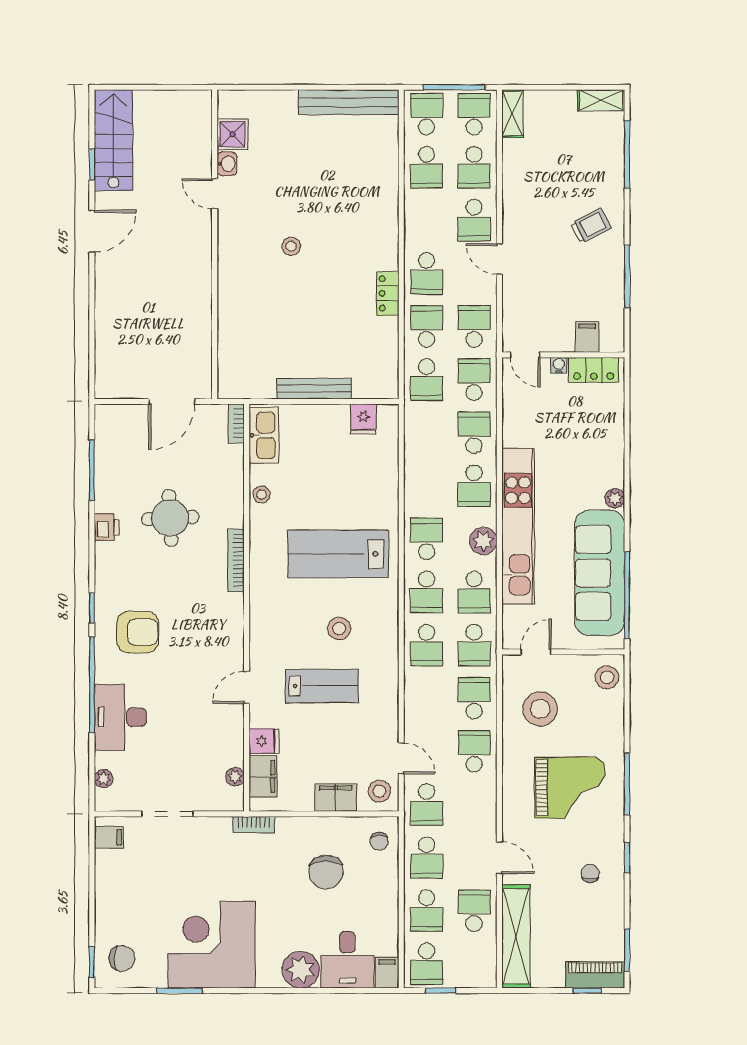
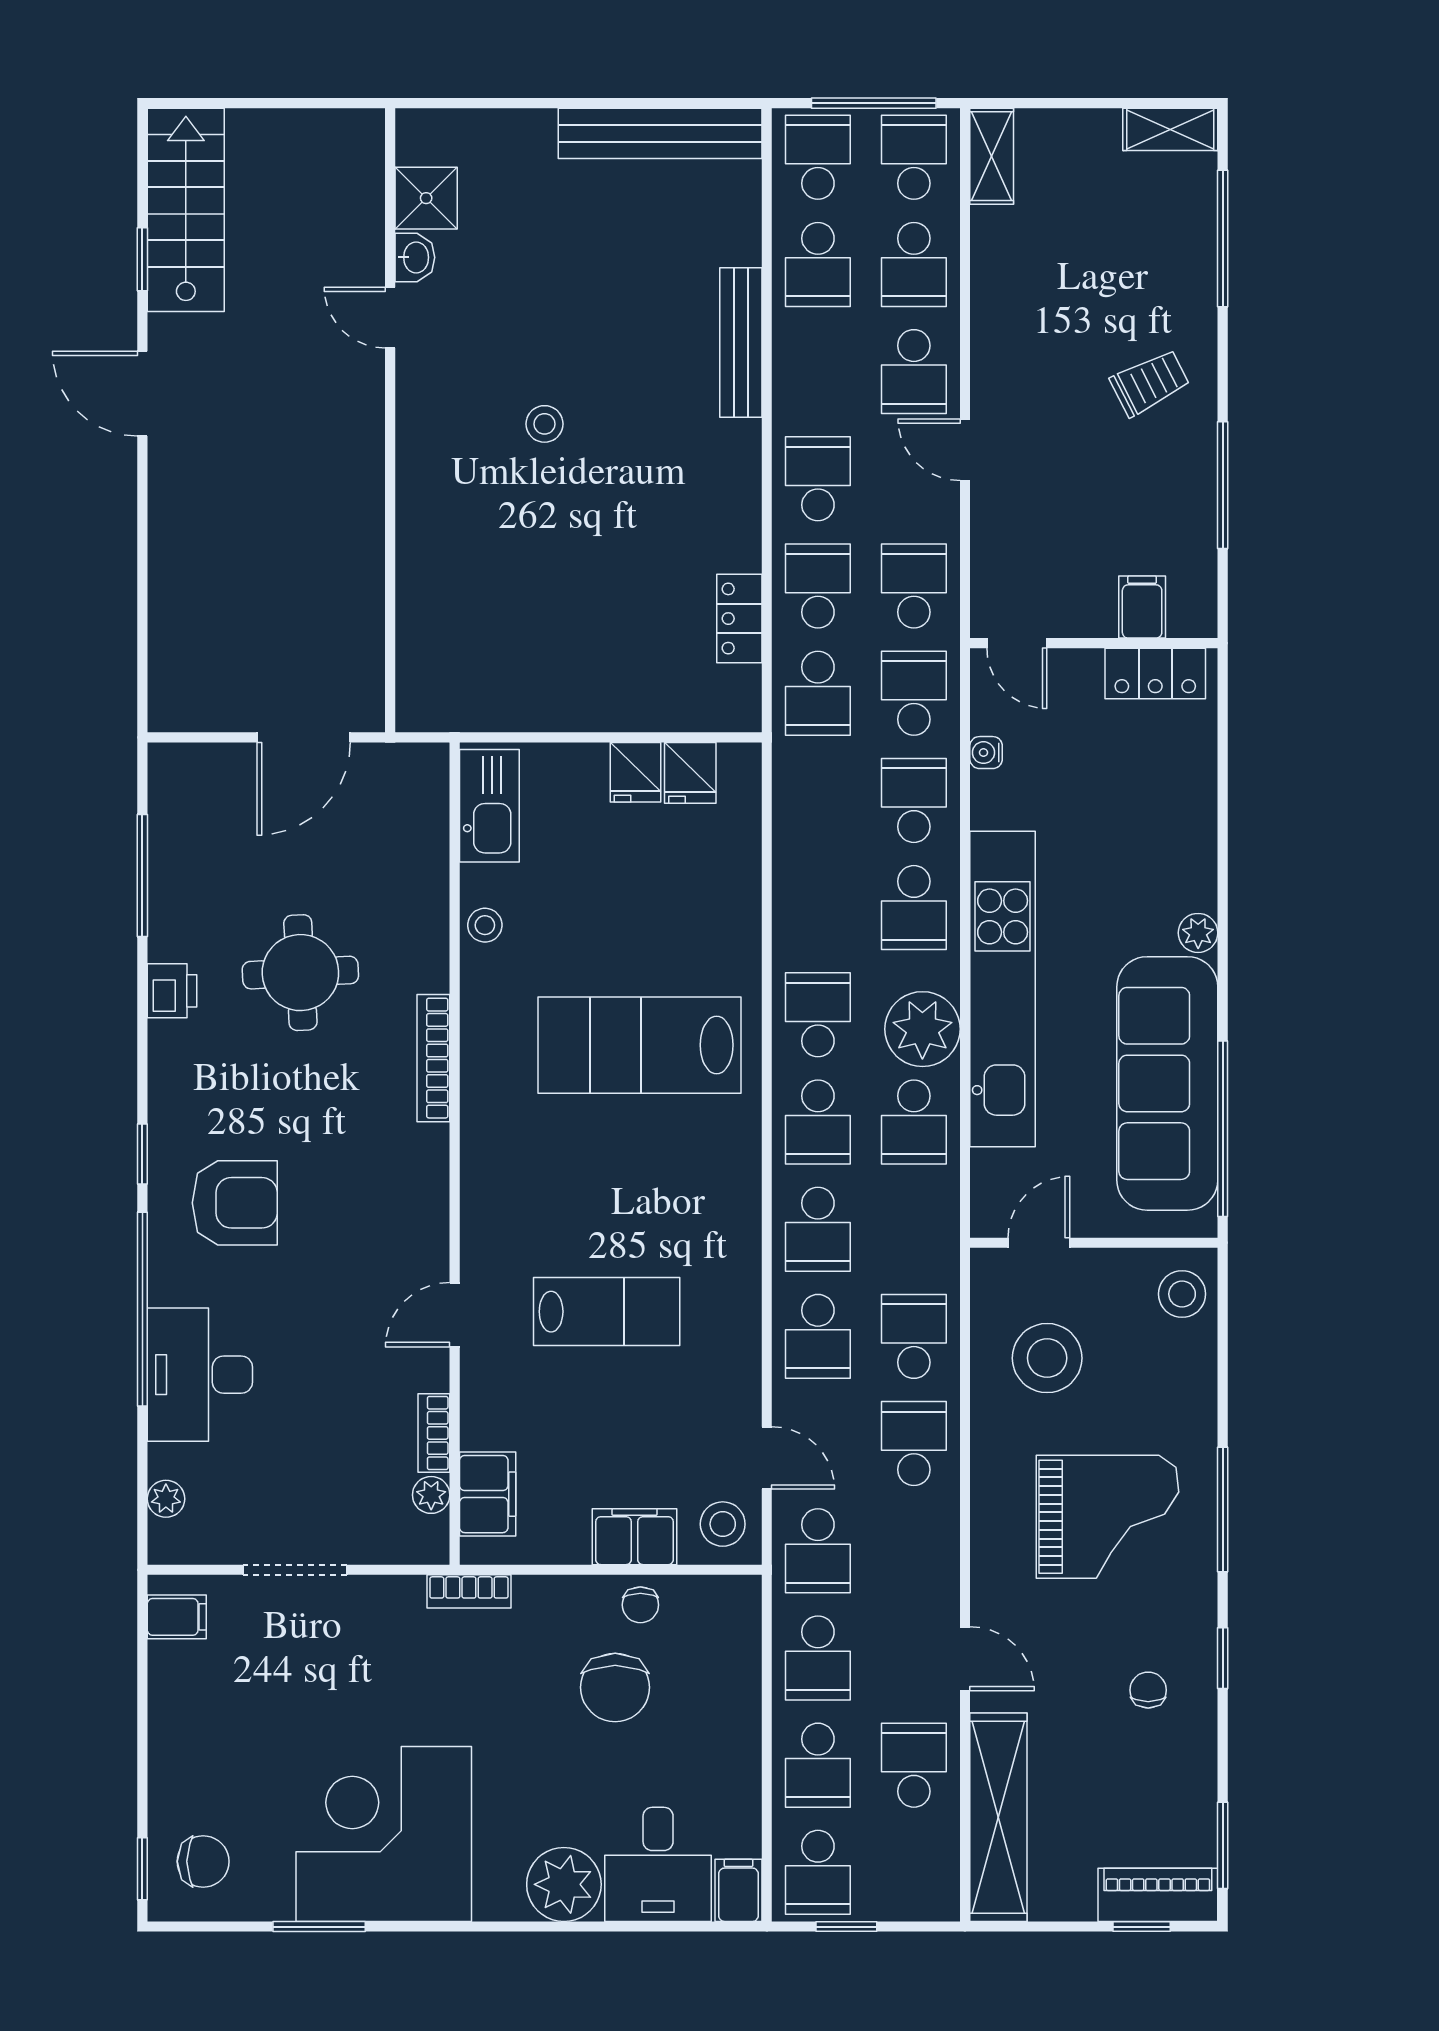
door: (92, 231) -> (142, 394), swing flipped
school desk: (427, 273) -> (818, 479), turned 180
locker: (388, 293) -> (739, 619), moved
water cooler: (559, 365) -> (986, 753), moved, turned -90
bench: (314, 389) -> (741, 342), moved, turned 90
bookcase: (236, 423) -> (434, 1433), moved
plant: (483, 541) -> (922, 1029), width x1.36, depth x1.36
stool: (339, 628) -> (641, 1195), removed
school desk: (474, 645) -> (818, 1336), moved
fridge: (264, 741) -> (636, 772), moved, turned 90
chair: (379, 841) -> (640, 1605), moved

